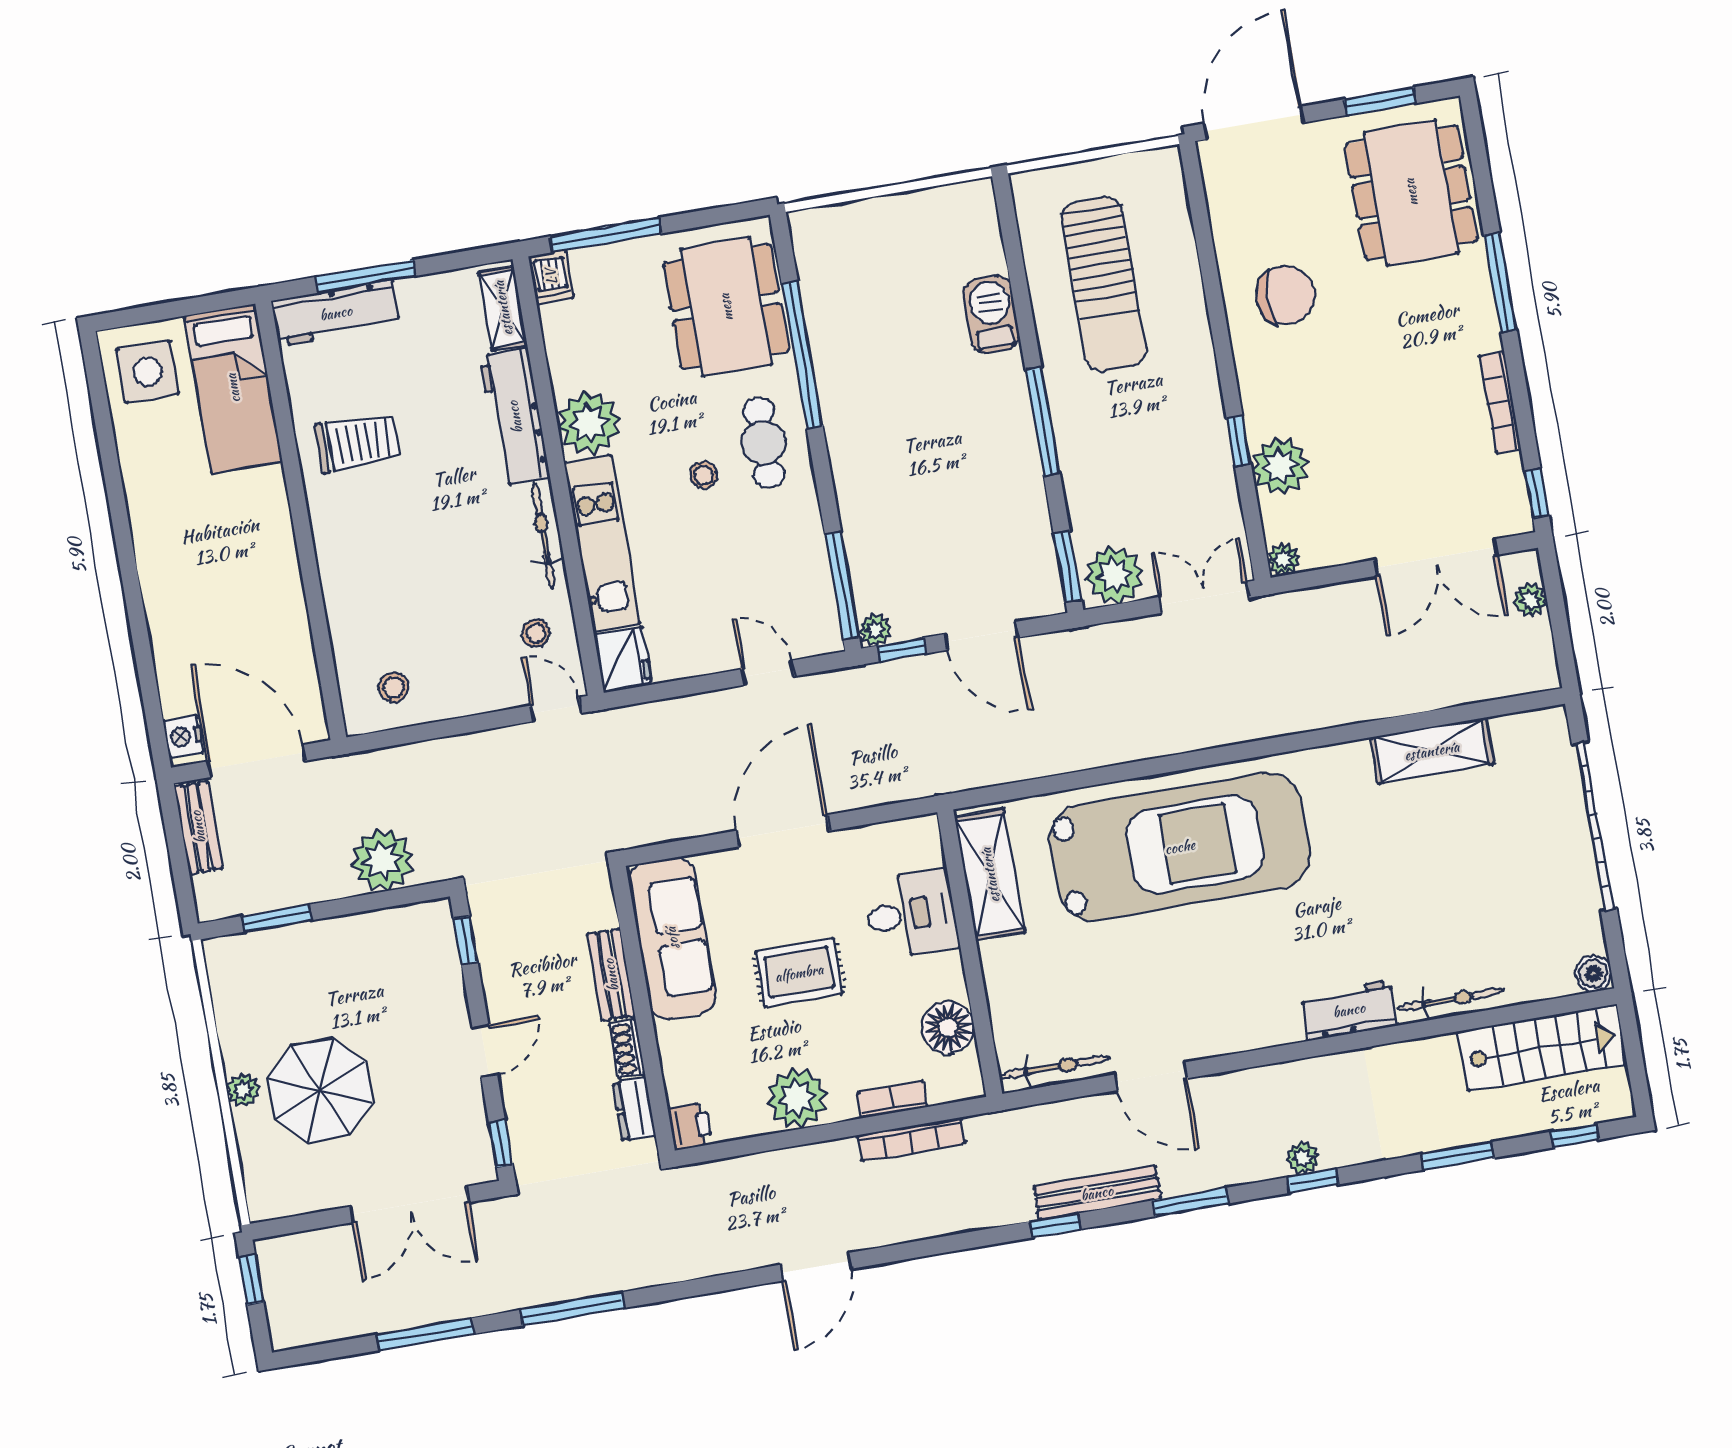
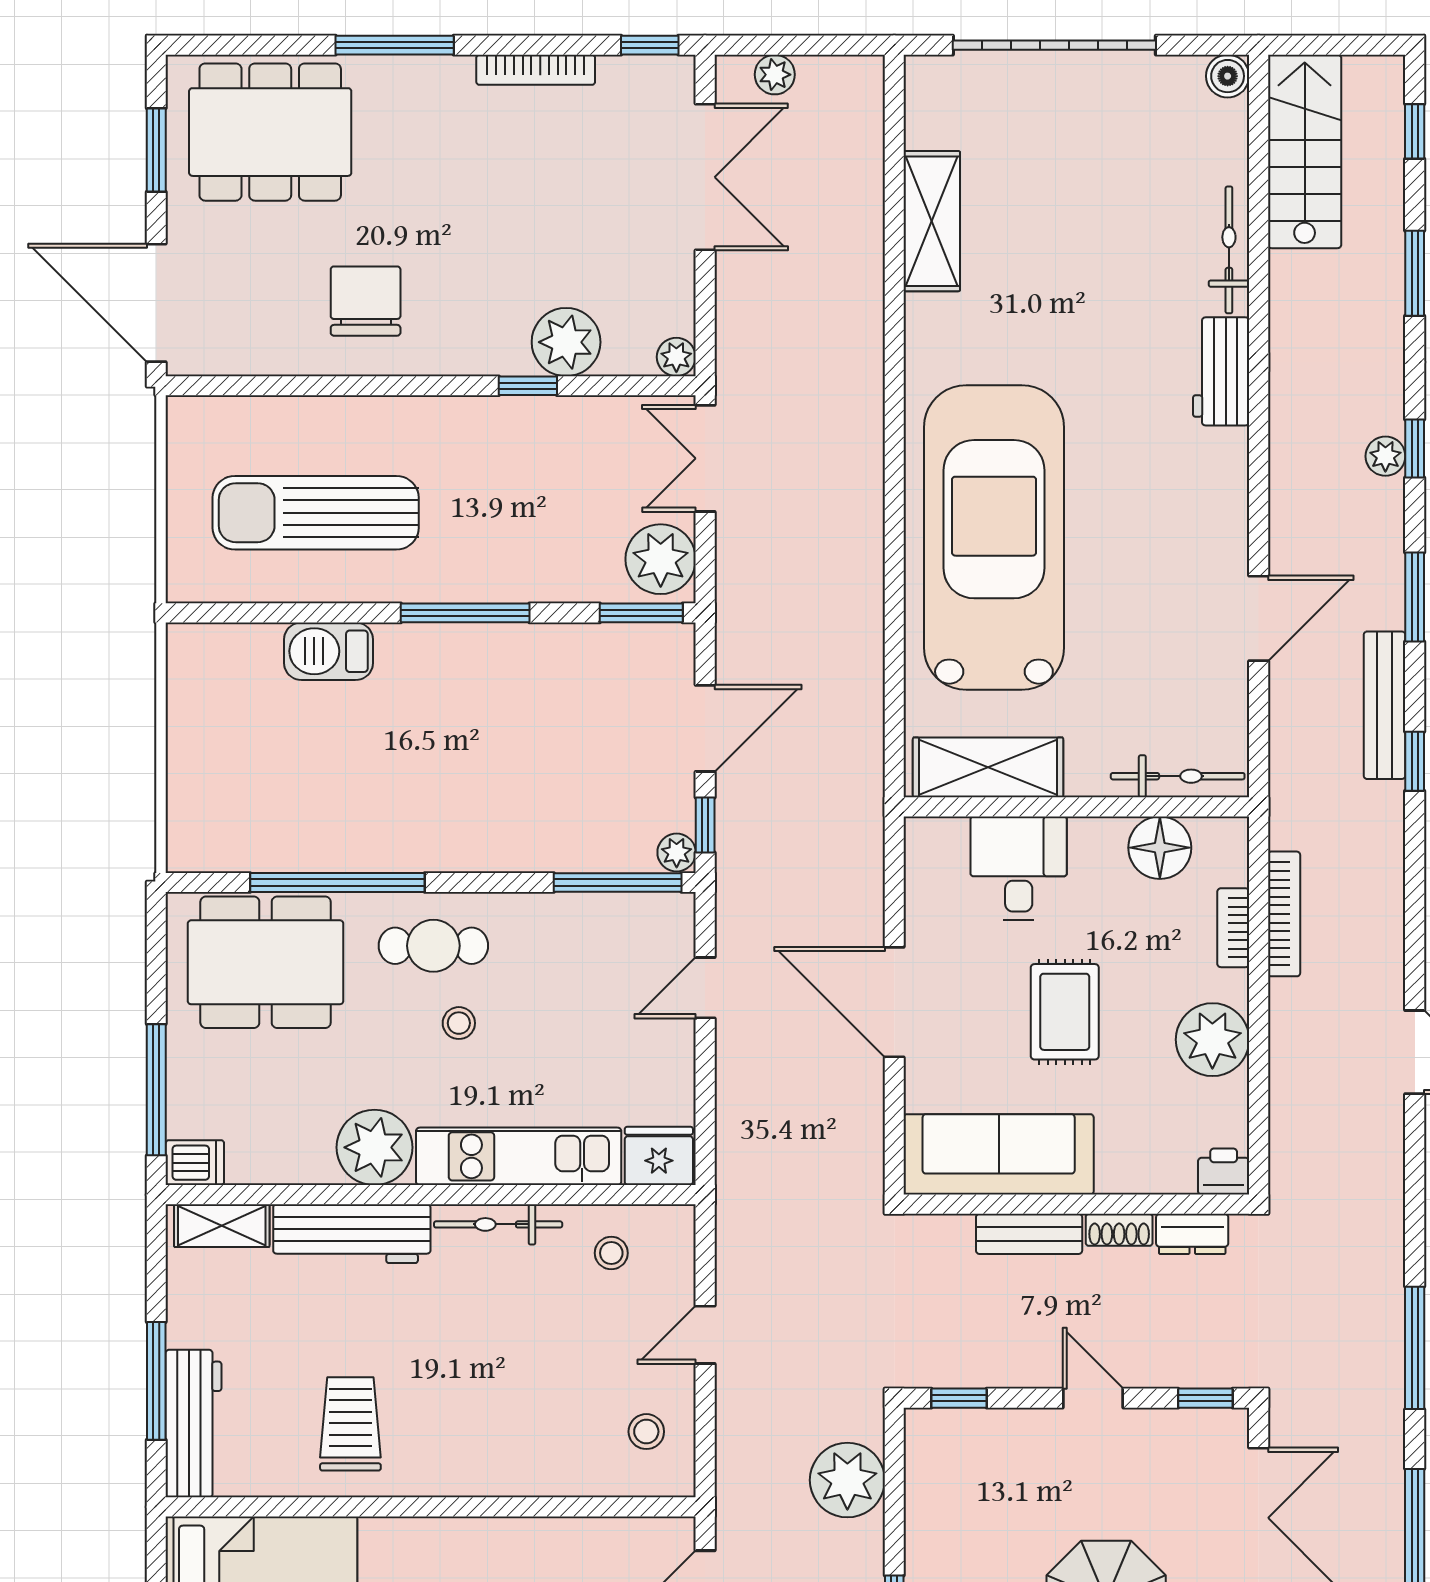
sun lounger: (1104, 284) -> (316, 513), turned 180
door: (556, 709) -> (705, 1335), moved
bicycle: (1054, 1067) -> (1178, 776), moved, turned 90

